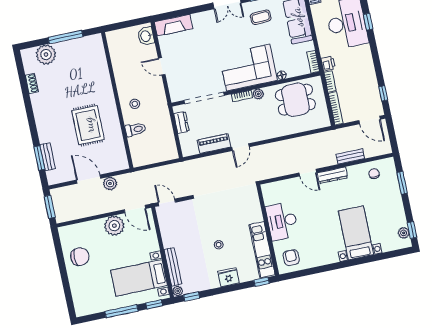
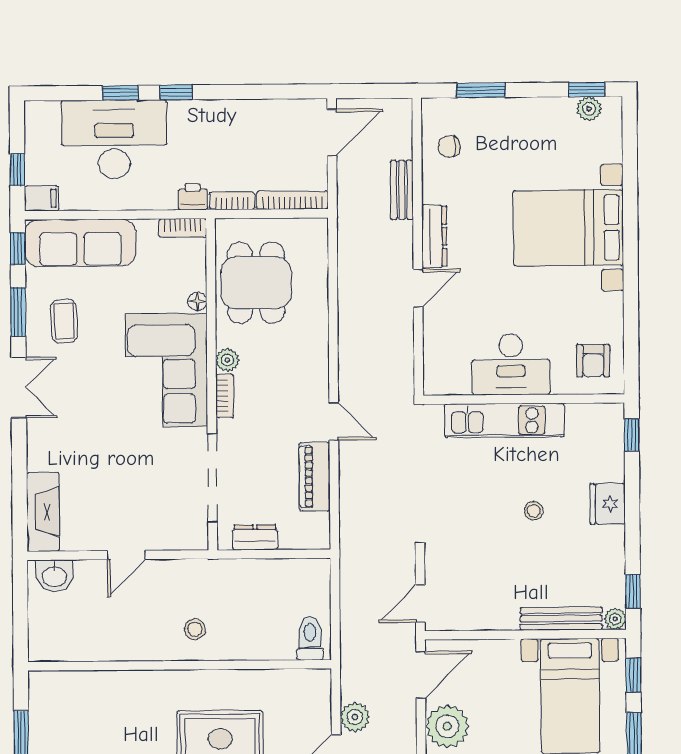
window: (383, 93) -> (176, 92), moved
toilet: (136, 129) -> (310, 638), moved
bed with nightstands: (356, 233) -> (568, 228), width x1.36
kitchen unit: (262, 250) -> (504, 420), moved
armchair: (291, 258) -> (593, 361), turned -90

